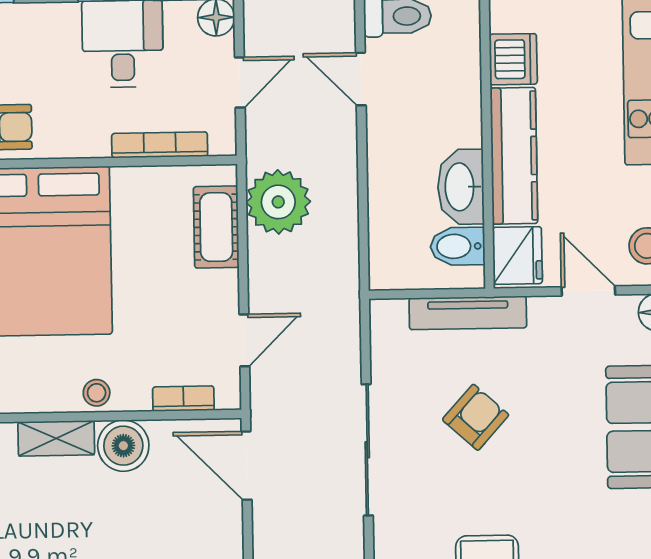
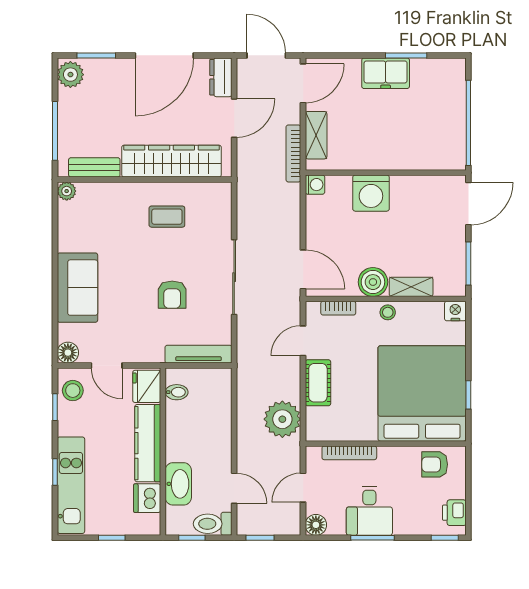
washbasin: (461, 187) -> (178, 484), moved
cot: (216, 227) -> (318, 383), moved
bidet: (458, 246) -> (177, 392), width x0.72, depth x0.74
tv unit: (468, 313) -> (198, 354), moved
armchair: (476, 417) -> (172, 295), turned -42

